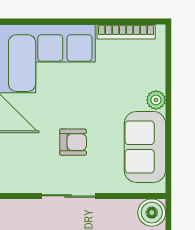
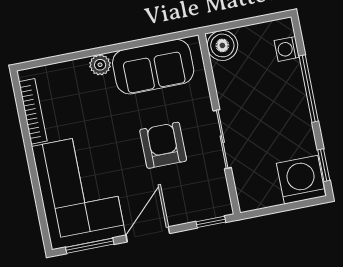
armchair: (73, 142) -> (163, 145), width x1.38, depth x1.38

